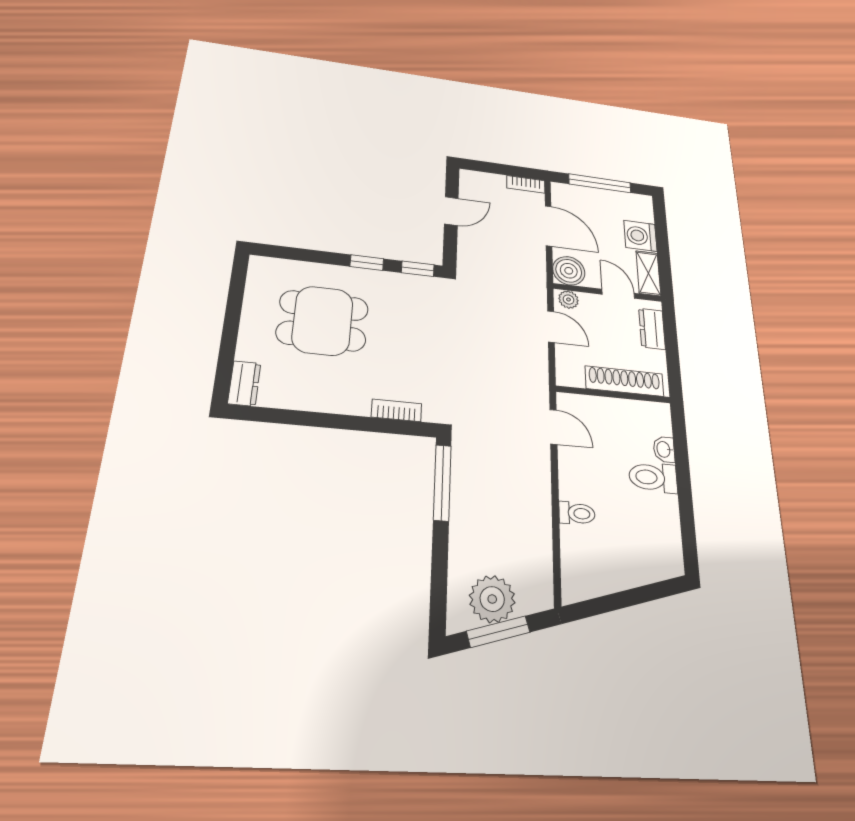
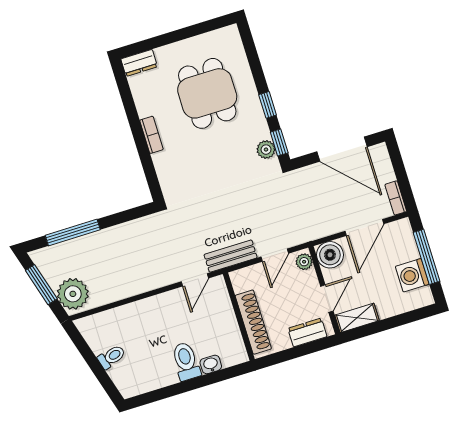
door: (451, 211) -> (342, 149), width x1.88
washing machine: (640, 236) -> (412, 275), moved, turned -90
plant: (420, 286) -> (266, 150), added
bench: (537, 375) -> (231, 256), added
bookcase: (397, 410) -> (151, 135), moved
window: (442, 483) -> (73, 232), moved
toilet: (577, 513) -> (112, 357), moved, turned -106
plant: (492, 599) -> (73, 294), moved

